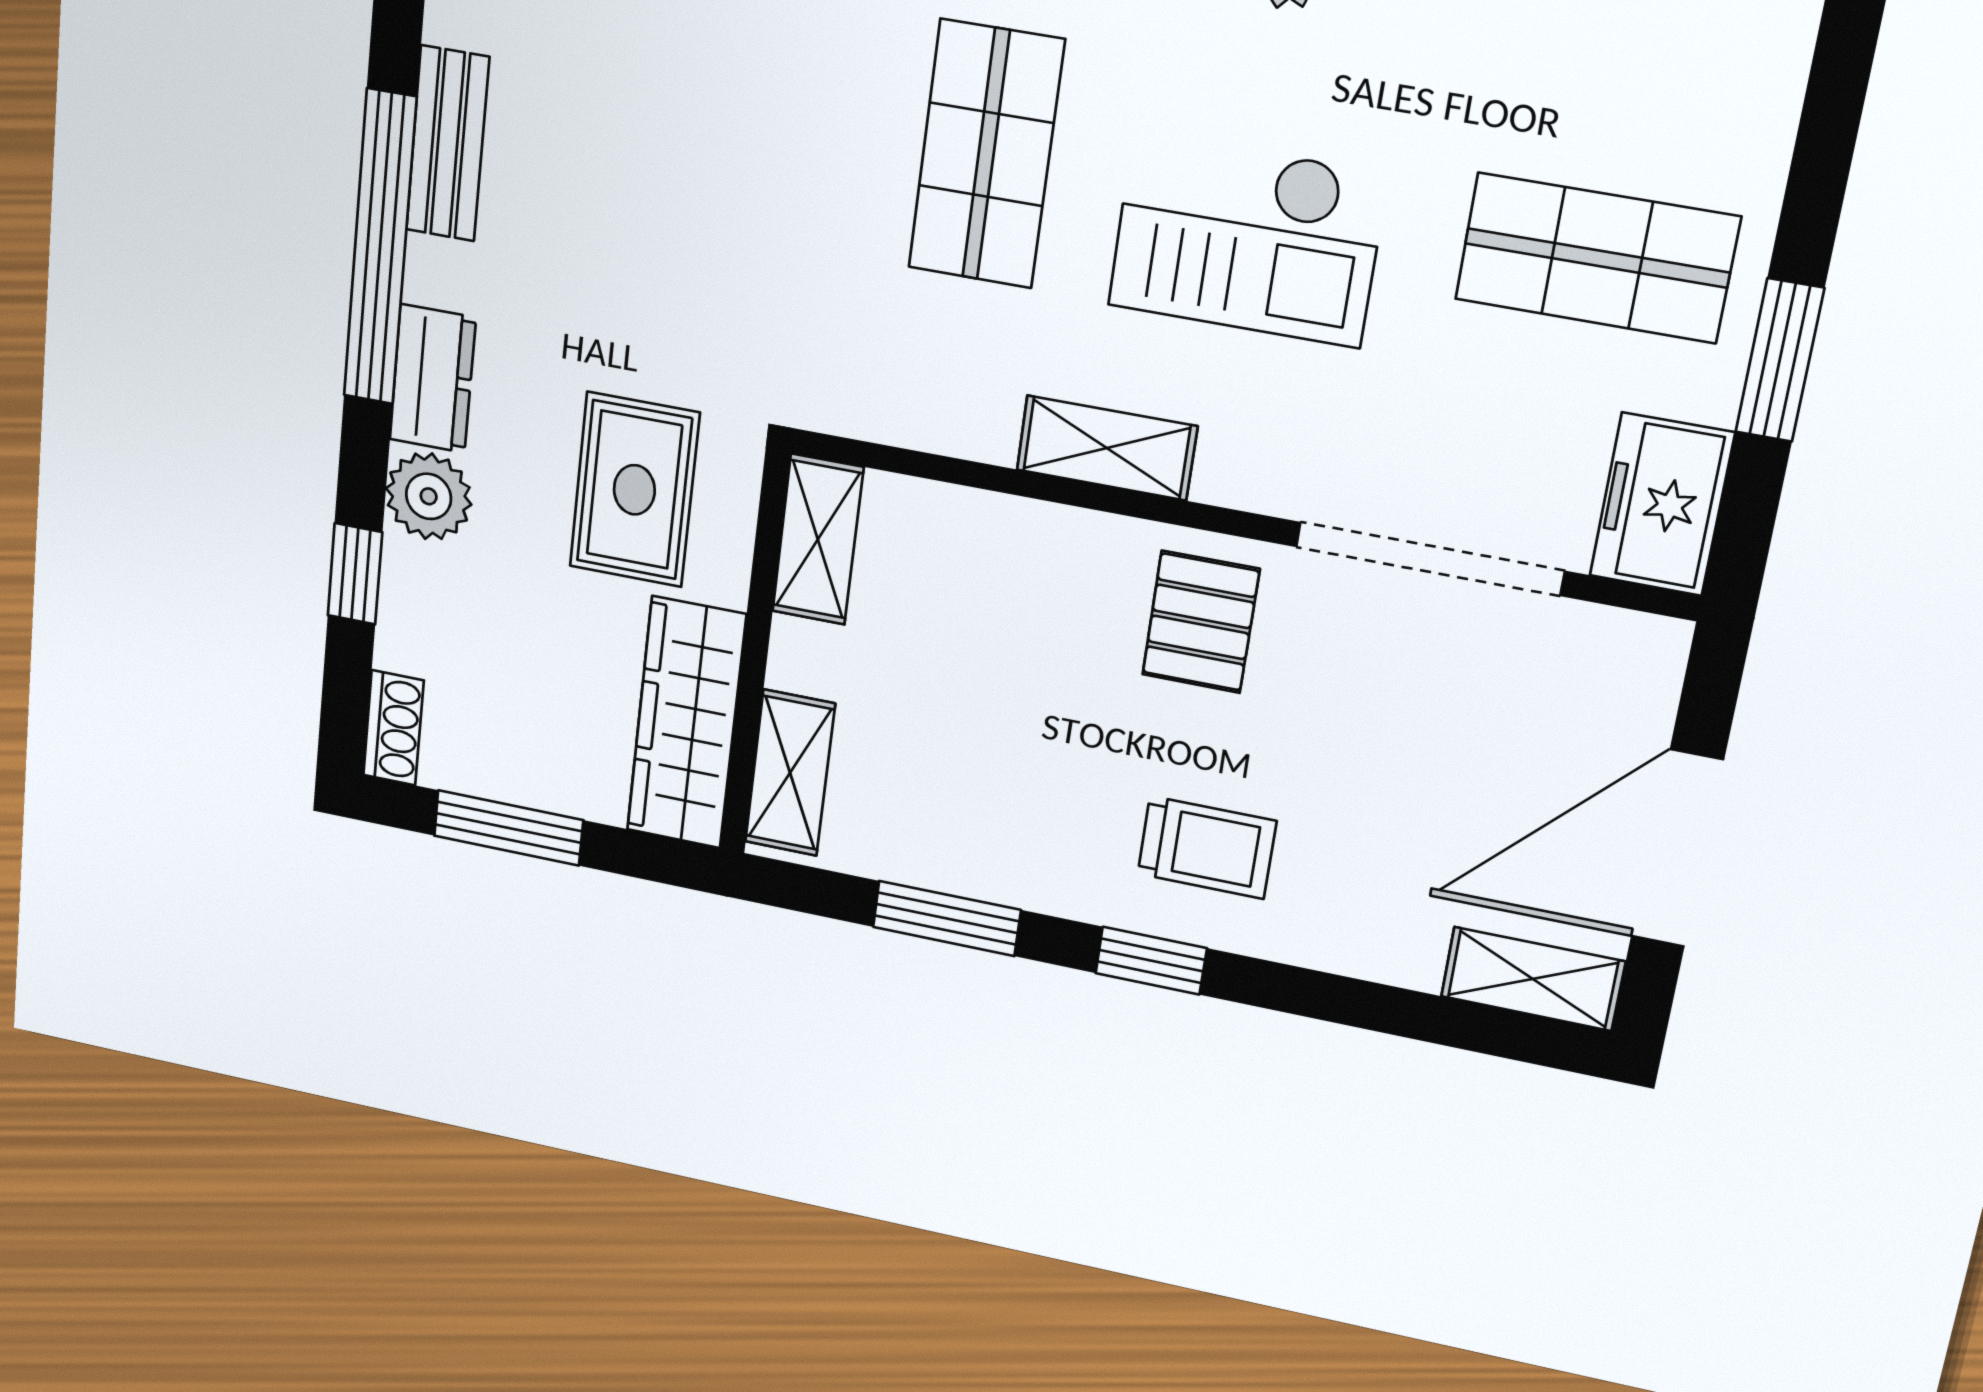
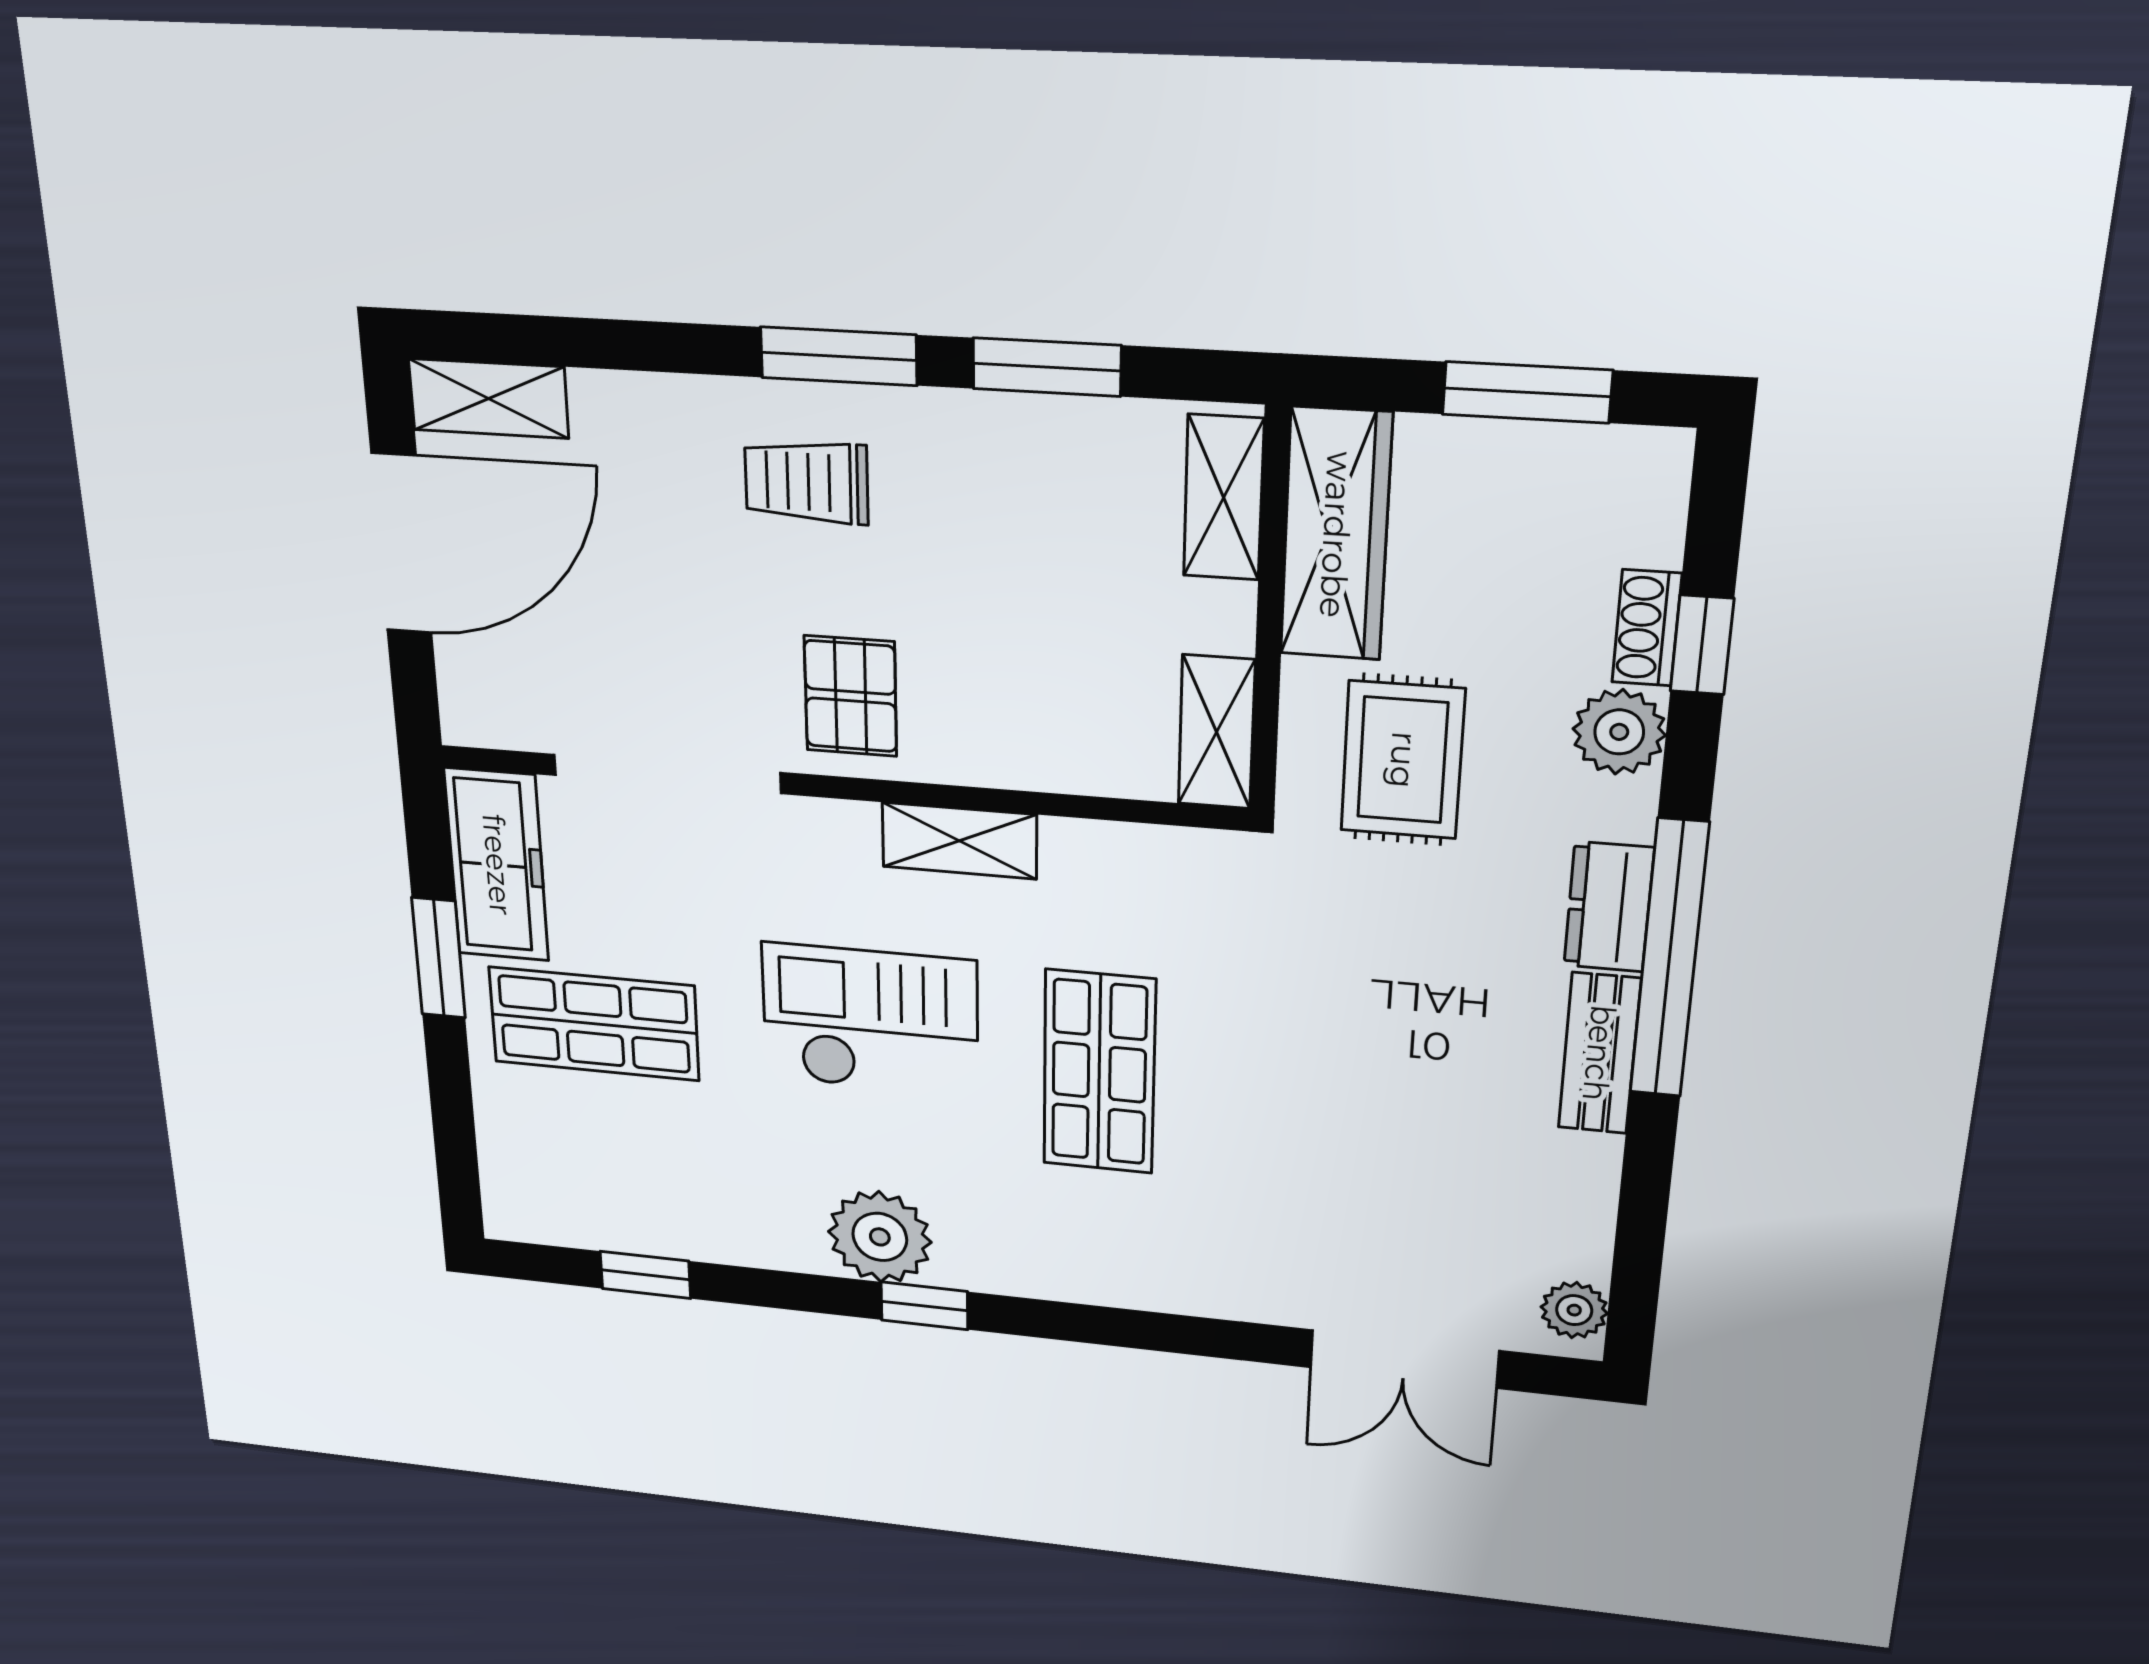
dresser: (433, 379) -> (1609, 907), moved
freezer: (1662, 504) -> (497, 865), width x1.40
shoe rack: (393, 728) -> (1647, 628), moved
window: (1151, 961) -> (839, 356), width x1.50

